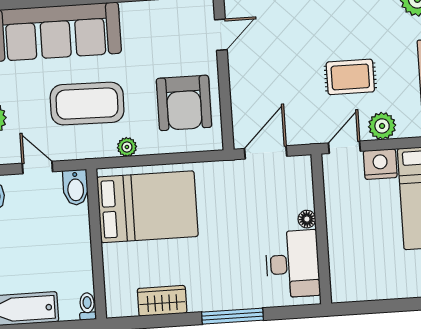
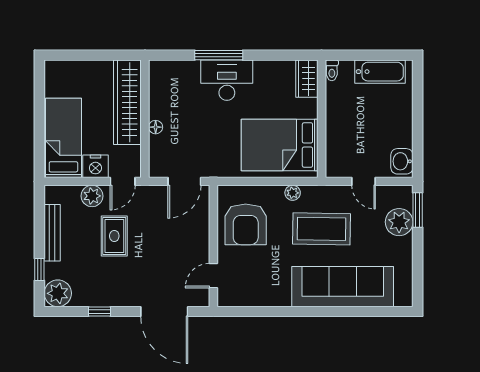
rug: (350, 77) -> (114, 236), turned 90
armchair: (184, 103) -> (246, 224), turned 180
bidet: (76, 187) -> (335, 164), removed
wardrobe: (345, 248) -> (127, 102), added
desk: (293, 264) -> (227, 80), moved, turned 90
wardrobe: (162, 301) -> (307, 79), moved, turned 90

